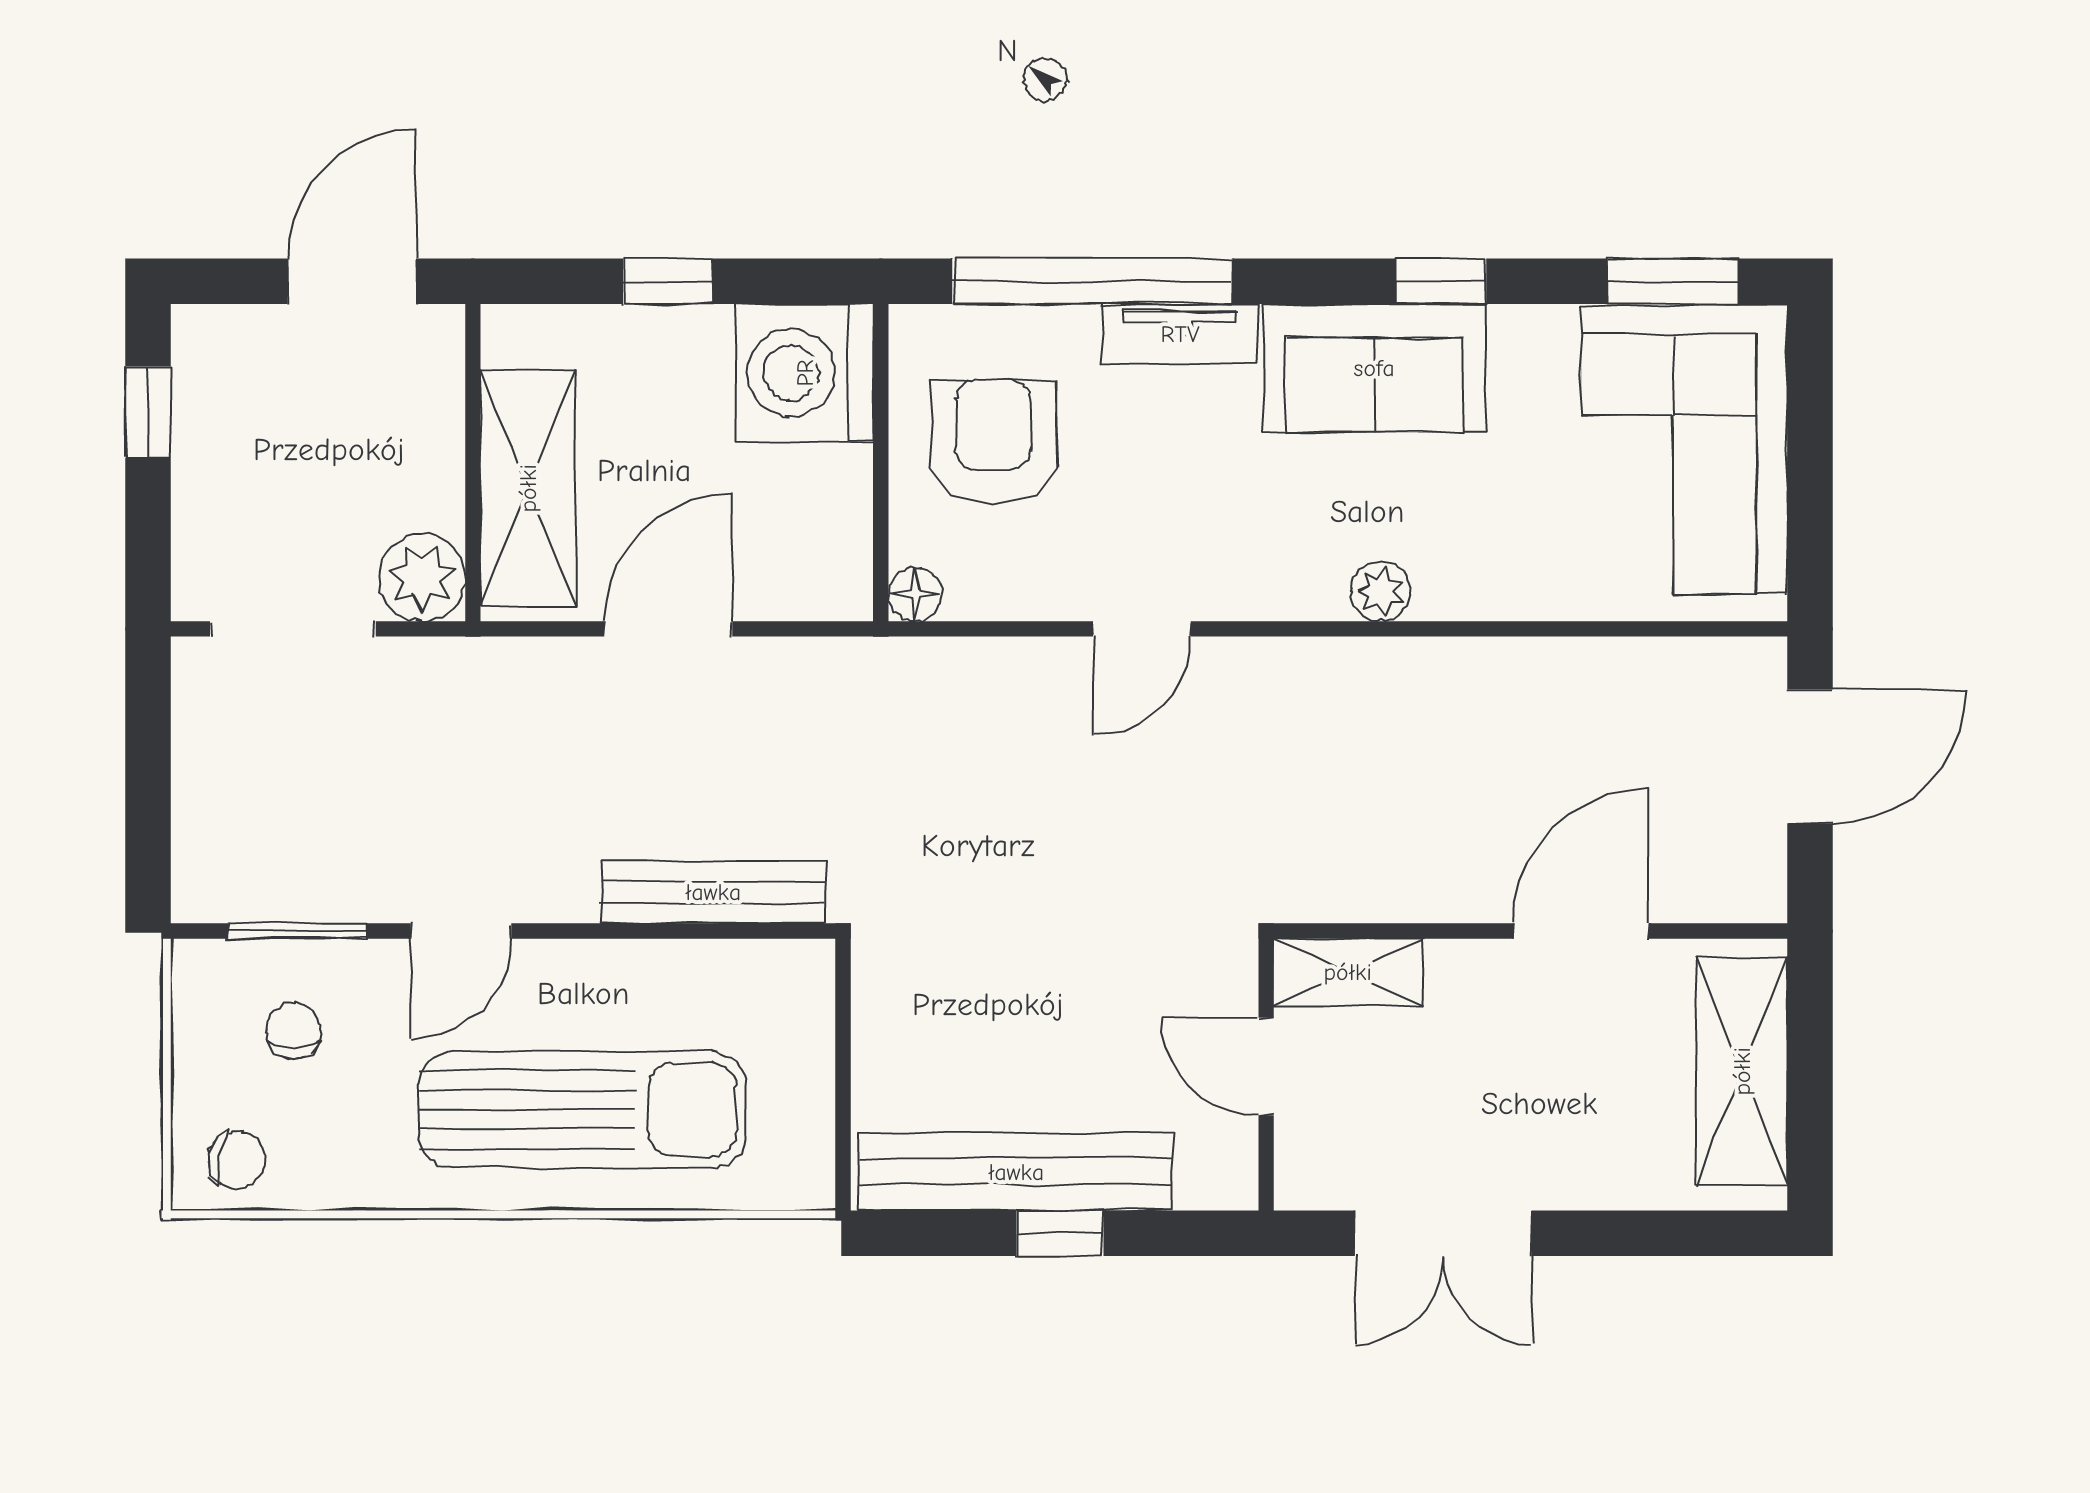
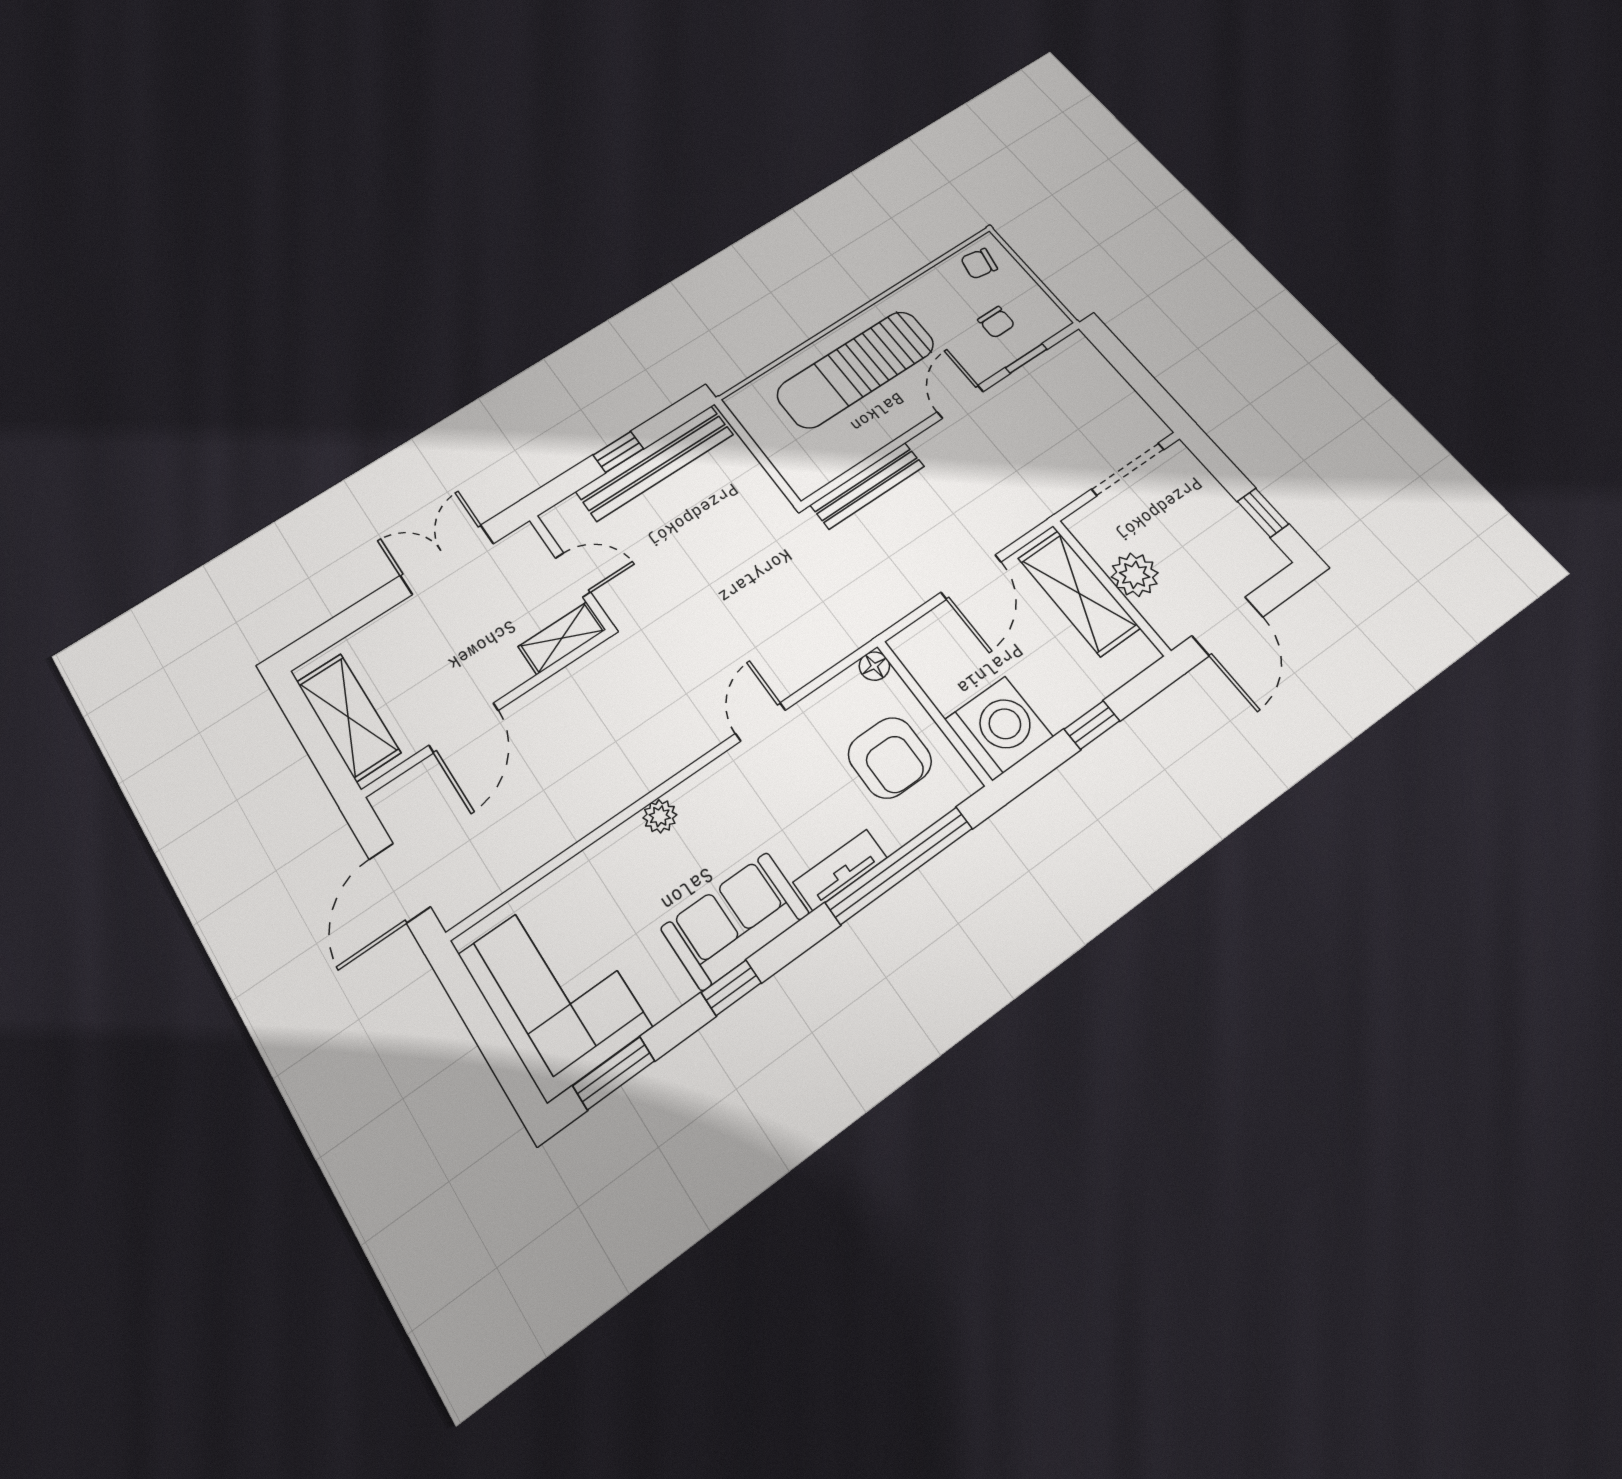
plant: (422, 578) -> (1135, 575), moved
window: (297, 931) -> (1026, 358), width x0.67

